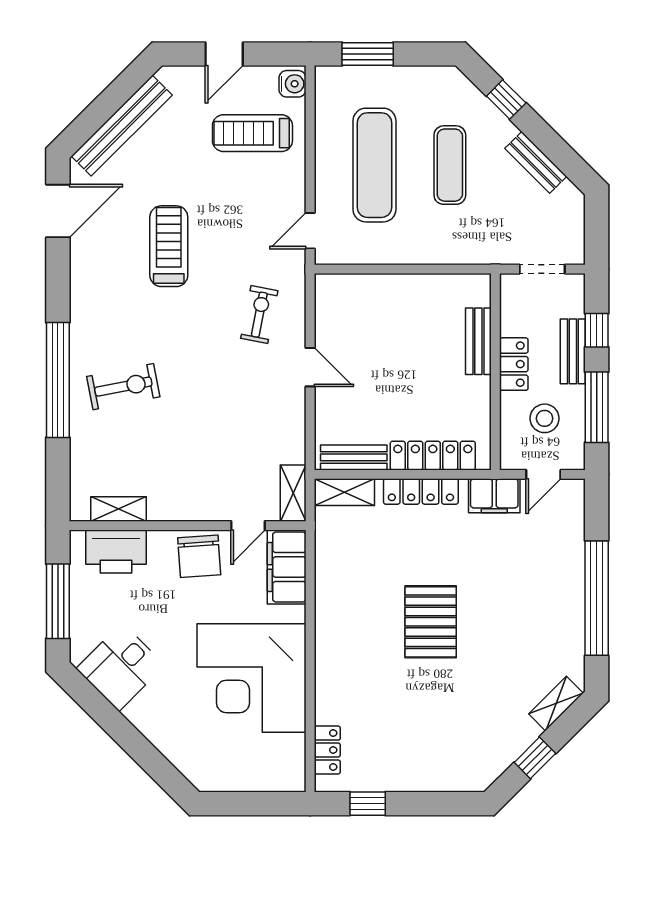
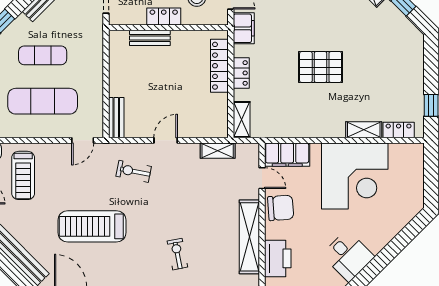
door: (310, 231) -> (83, 140), hinge flipped
treadmill: (169, 246) -> (92, 226), width x1.37, depth x1.38
exercise bike: (123, 387) -> (177, 254), width x0.73, depth x0.72
bench: (354, 457) -> (116, 118), moved
locker: (421, 491) -> (241, 73), width x0.66
shelving: (293, 493) -> (218, 151), moved
shelving: (118, 509) -> (249, 237), width x2.20, depth x1.33
shelving: (328, 693) -> (364, 130), added

